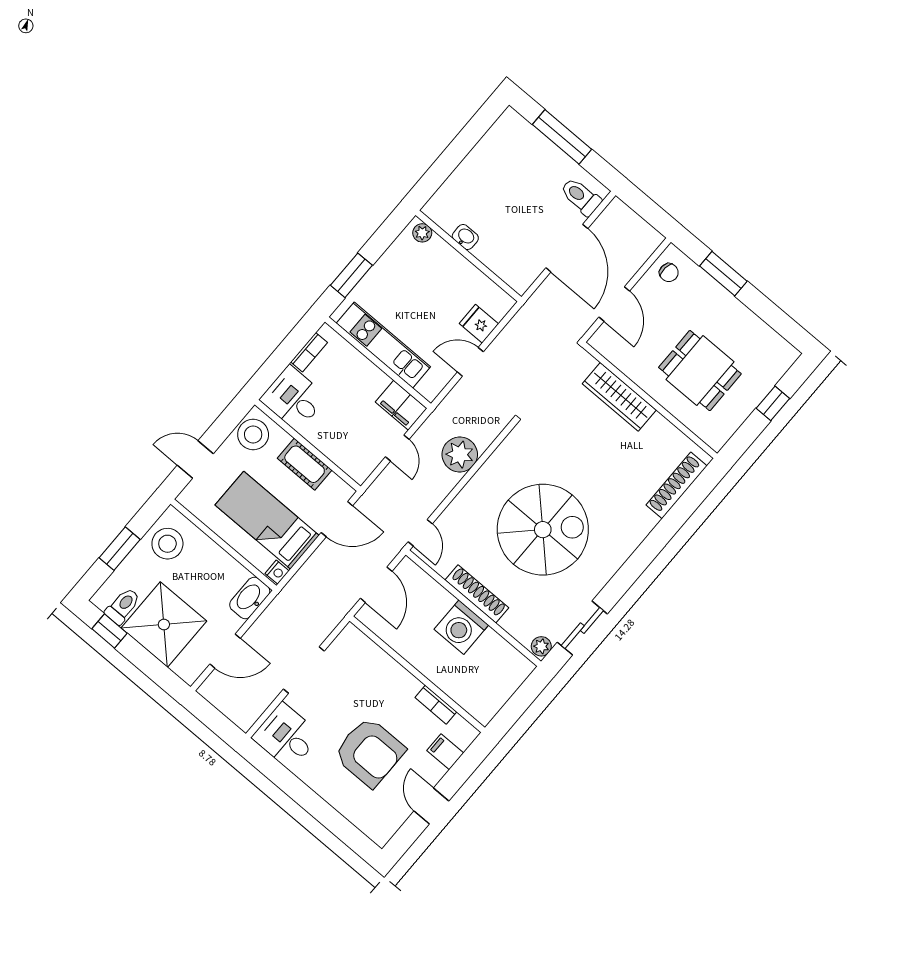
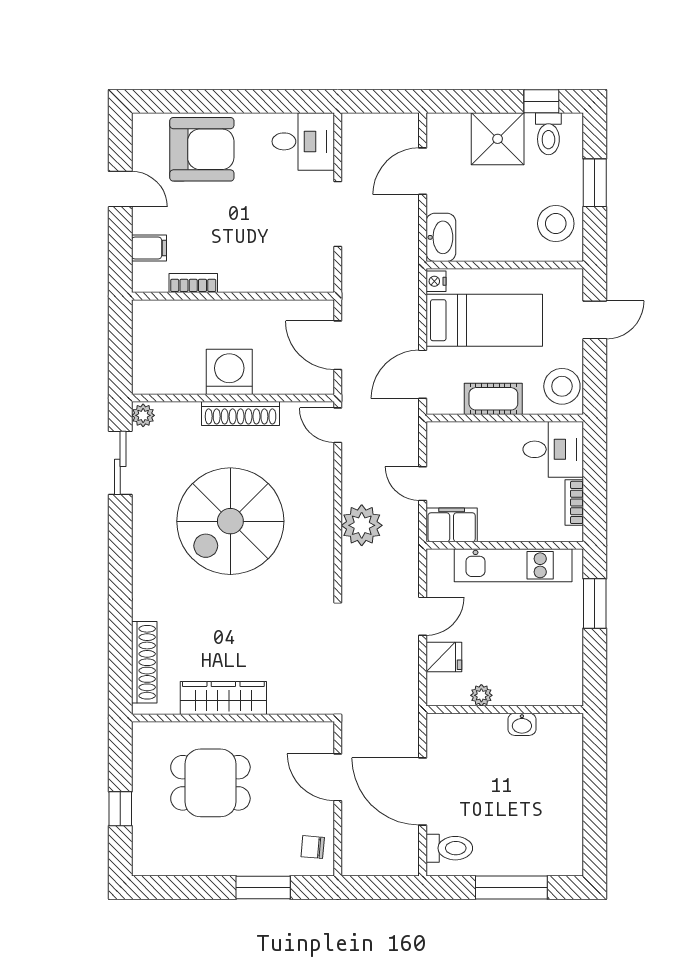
plant: (422, 233) -> (481, 695), moved
wardrobe: (619, 397) -> (223, 698), moved
shower: (164, 624) -> (498, 139), width x0.73, depth x0.73
armchair: (369, 752) -> (202, 149), moved, turned 180

